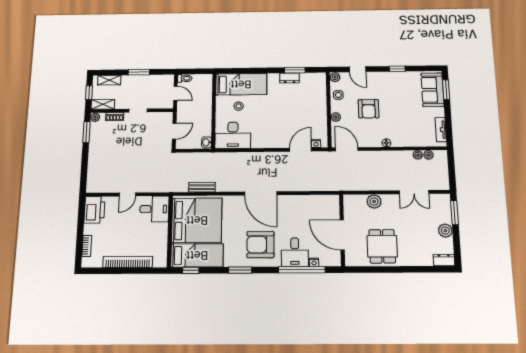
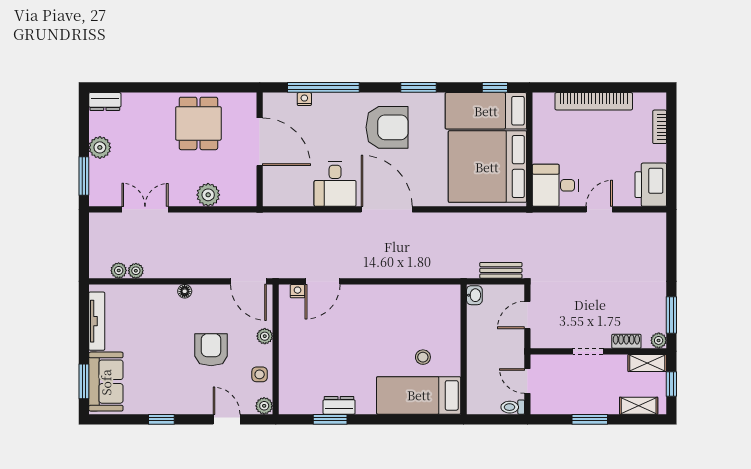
tv unit: (441, 130) -> (97, 321), width x1.41
desk: (233, 135) -> (432, 307), removed
bench: (202, 187) -> (501, 270), moved
desk: (295, 252) -> (335, 184), moved, turned 180

